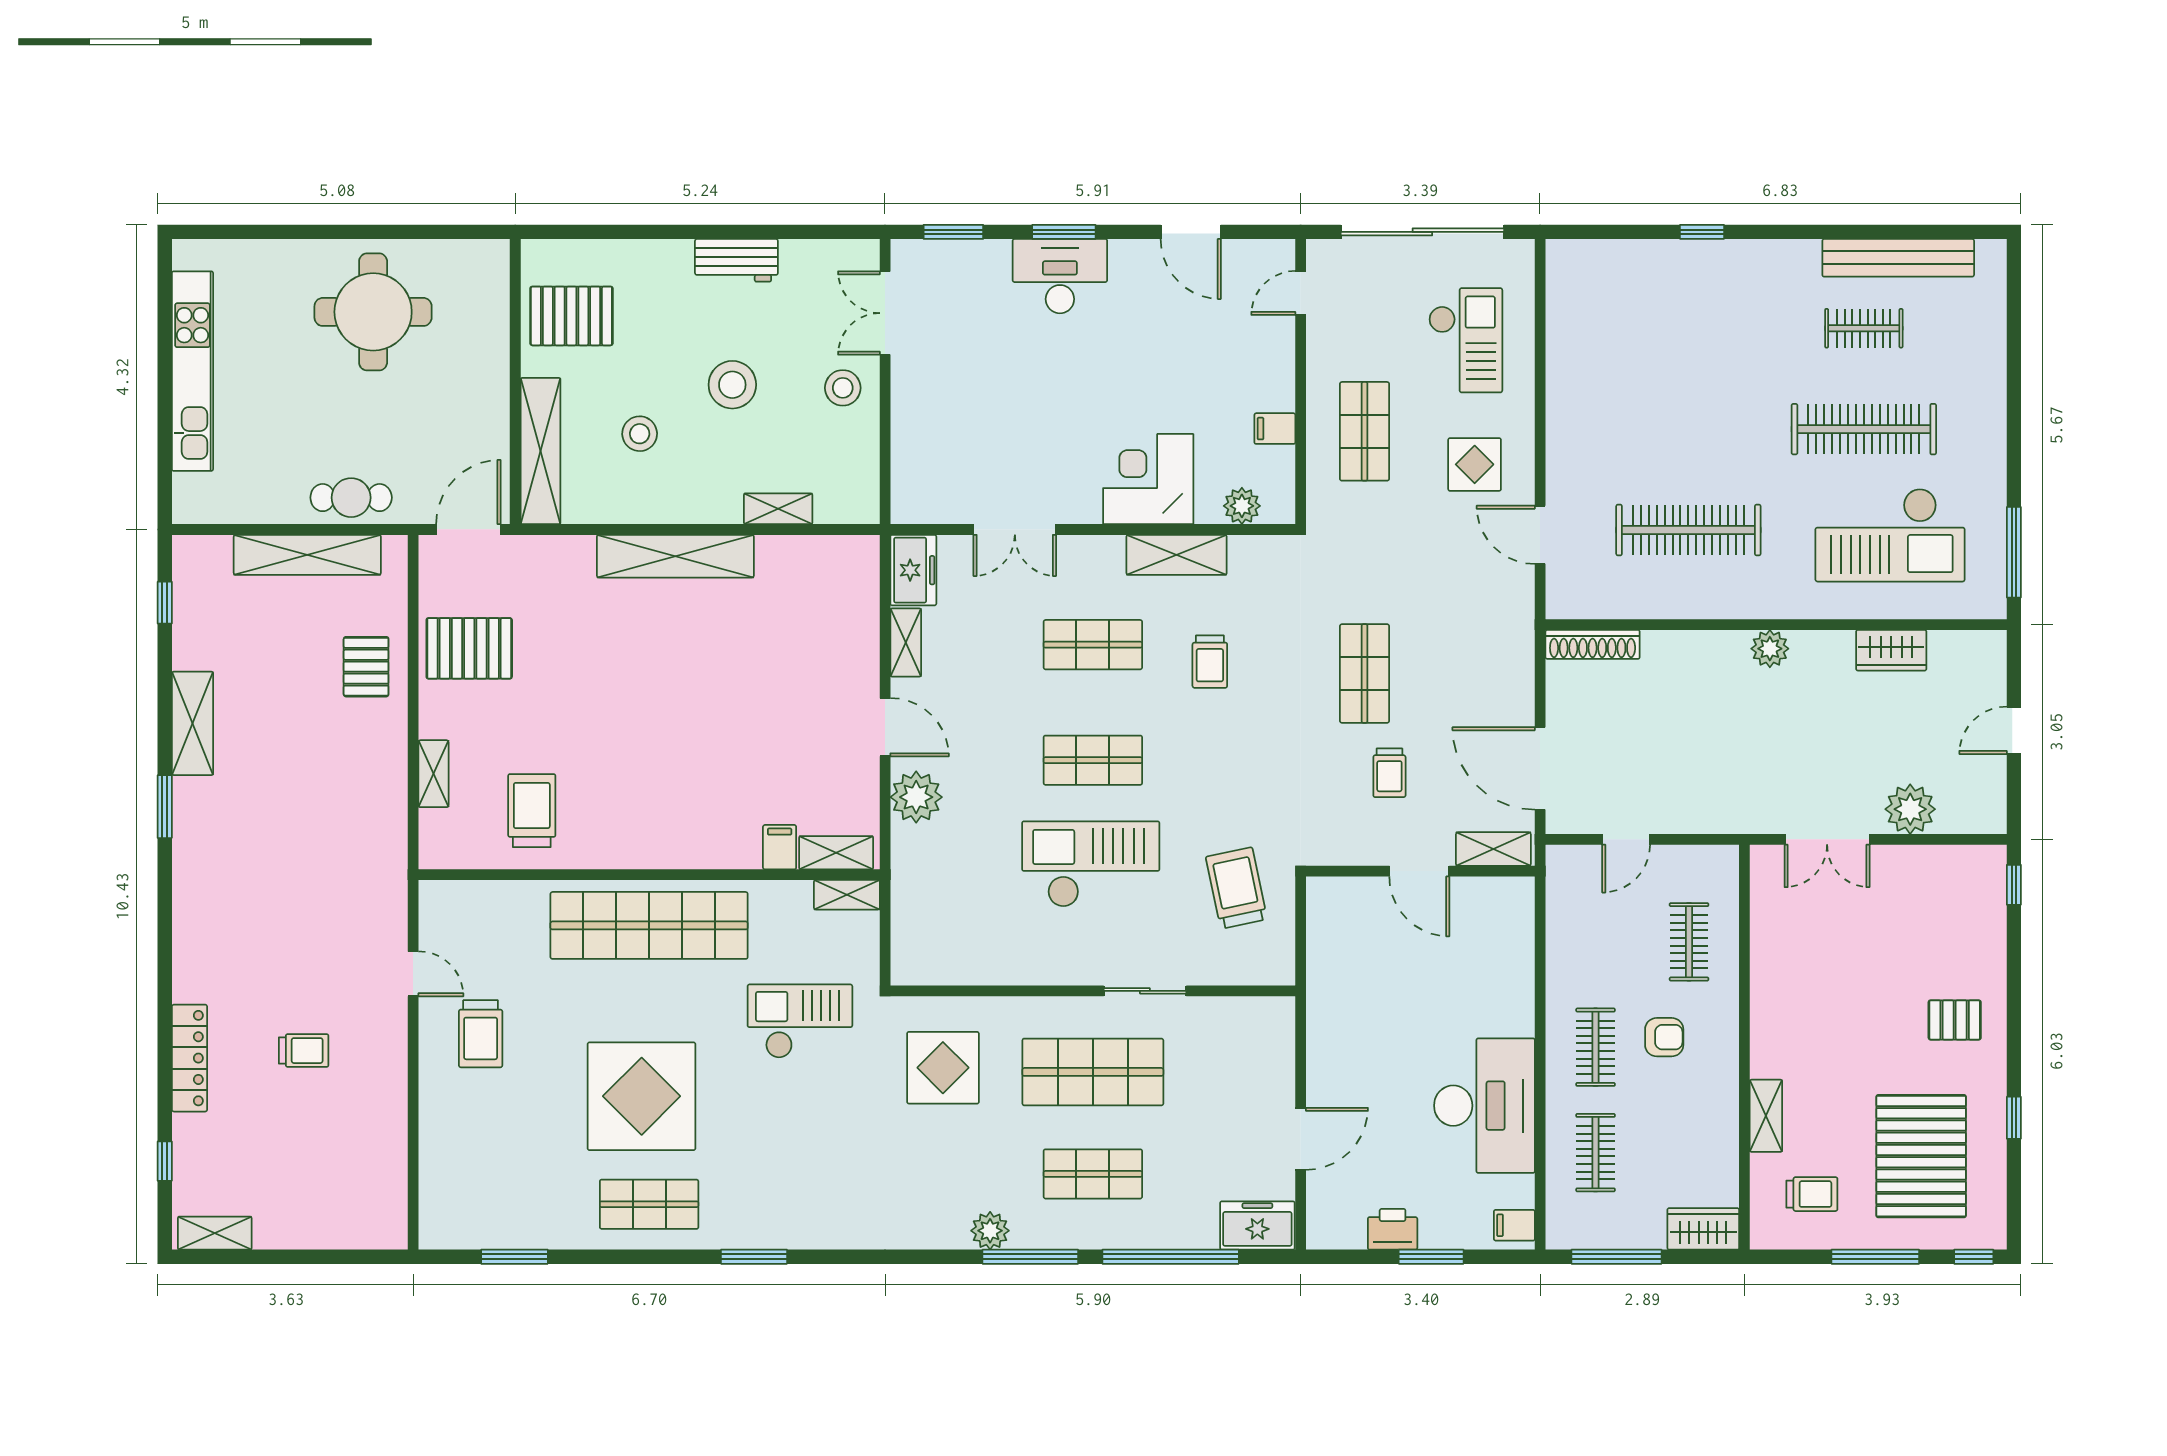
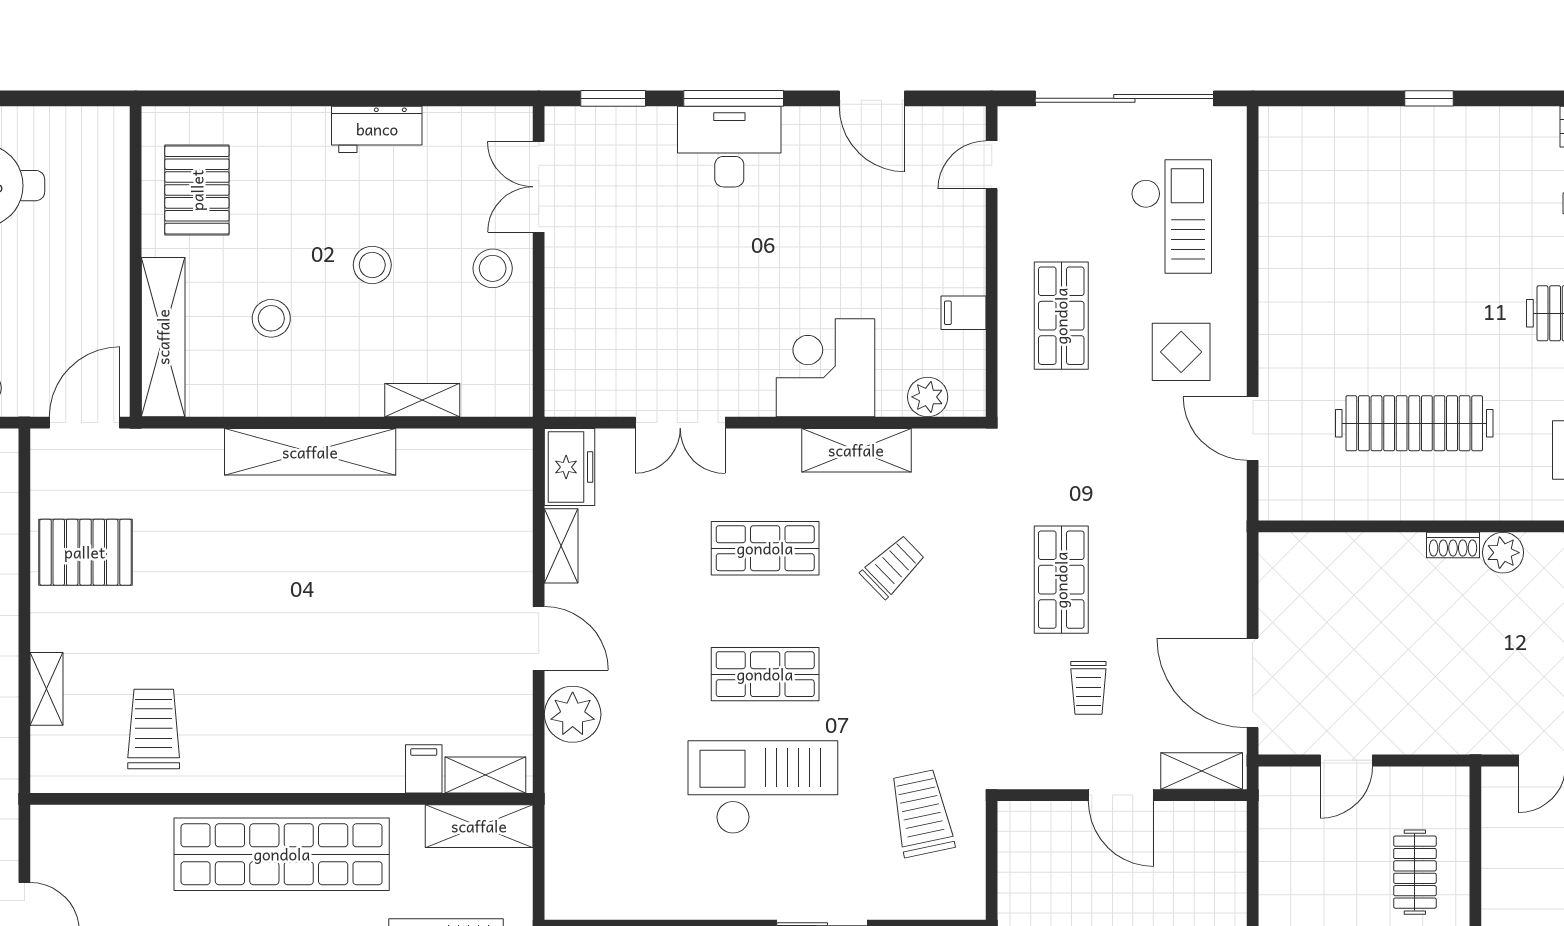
window: (1064, 232) -> (734, 98), width x1.44
pallet: (571, 316) -> (197, 190), turned 90
stool: (732, 385) -> (372, 265), width x0.73, depth x0.73
shoe rack: (1593, 644) -> (1453, 545), moved, width x0.51, depth x0.81
trolley: (1210, 662) -> (893, 567), turned -134
shelving: (847, 895) -> (479, 826), width x1.50, depth x1.33

